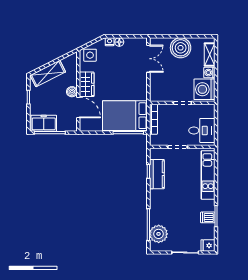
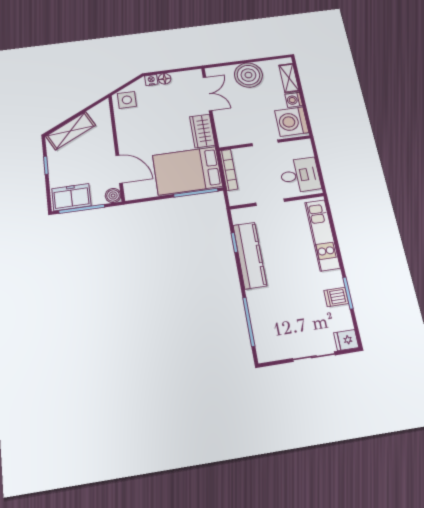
wardrobe: (87, 84) -> (202, 131), moved, turned 180
boiler: (72, 92) -> (113, 195), moved
kitchen counter: (157, 174) -> (250, 255), width x1.50
plant: (159, 234) -> (267, 334), removed

